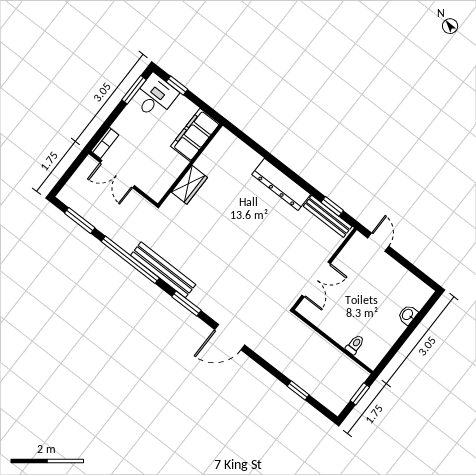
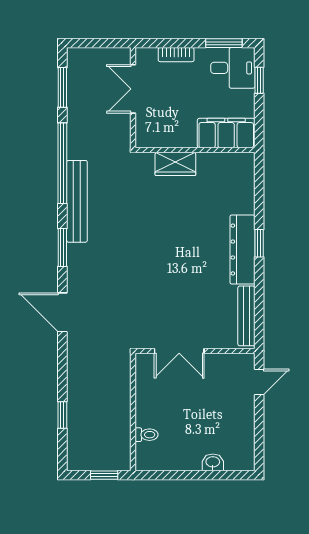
bookcase: (105, 143) -> (176, 55), moved
window: (332, 206) -> (259, 243), moved

